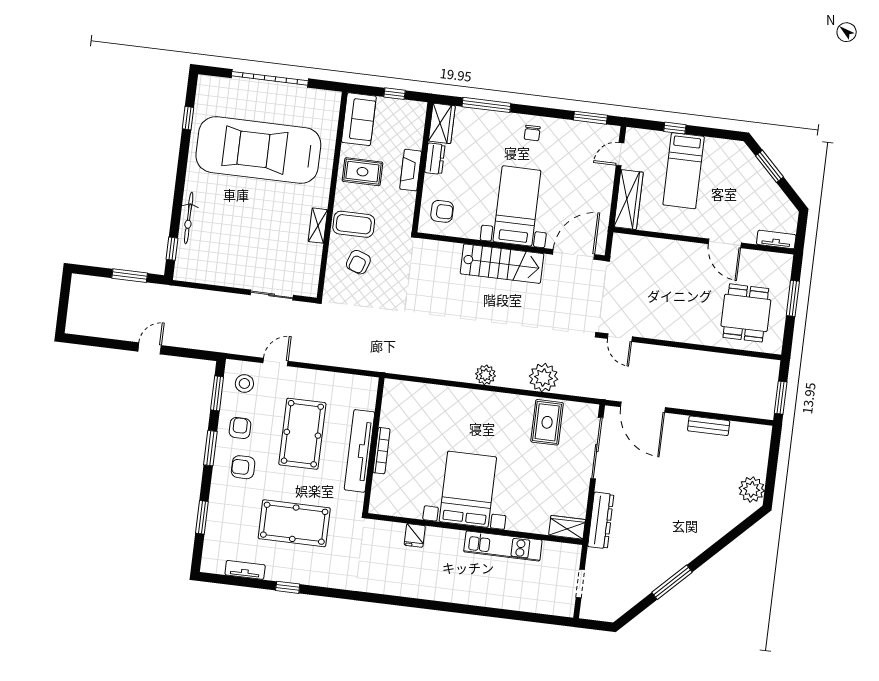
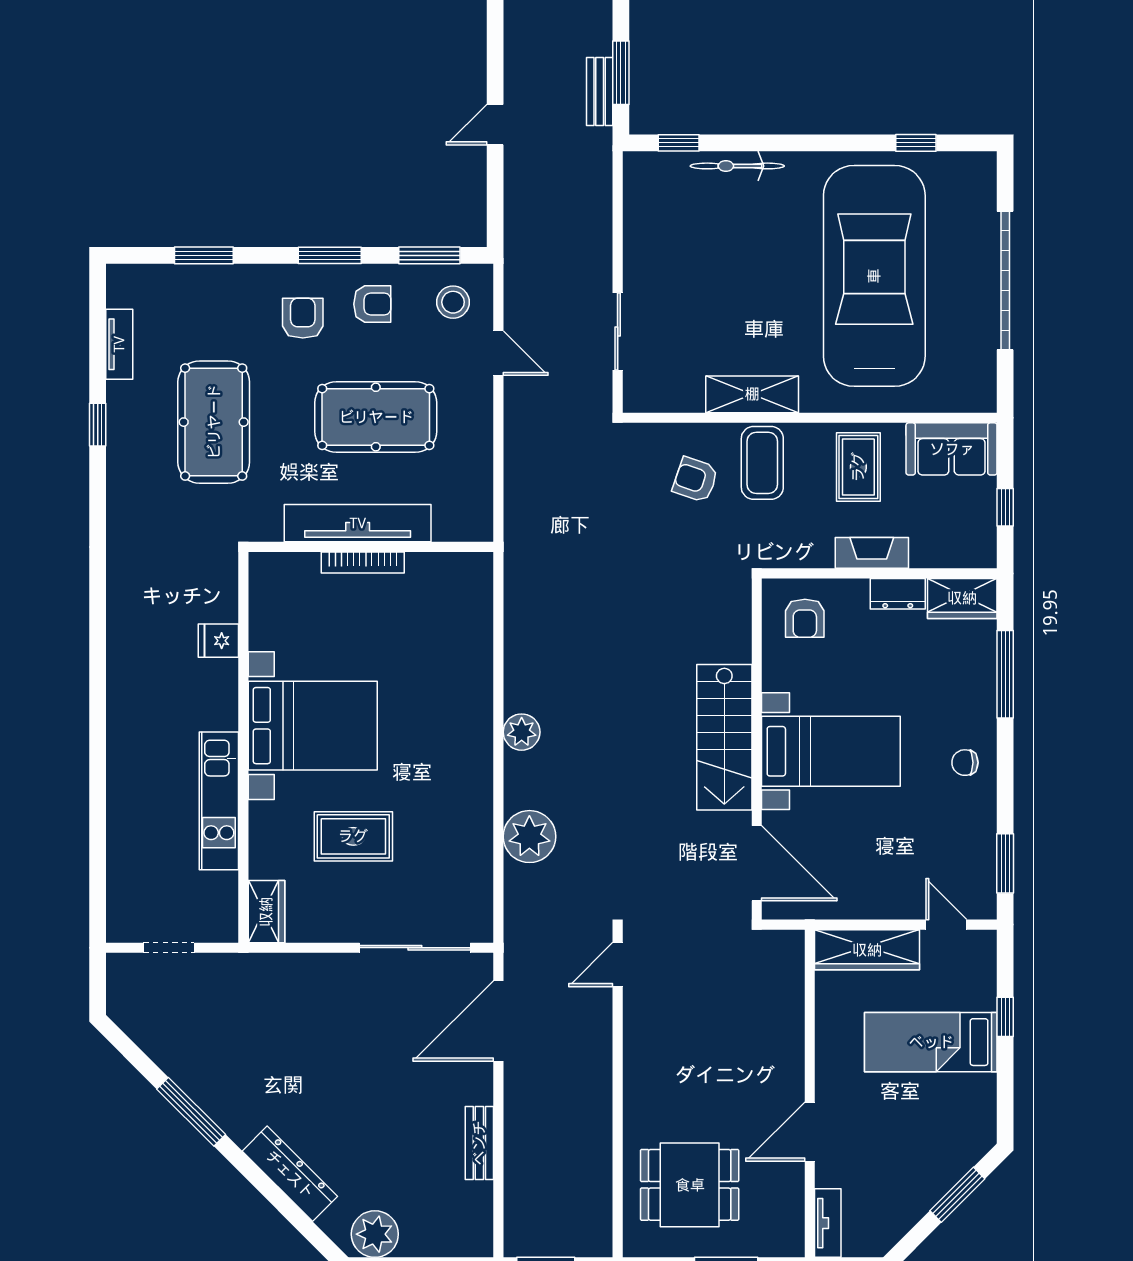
shelving: (318, 226) -> (752, 394), width x1.50, depth x1.33
bench: (138, 289) -> (600, 92), added
door: (150, 348) -> (495, 125), swing flipped
rug: (547, 422) -> (353, 836), moved
dresser: (601, 520) -> (290, 1174), moved, turned -135

